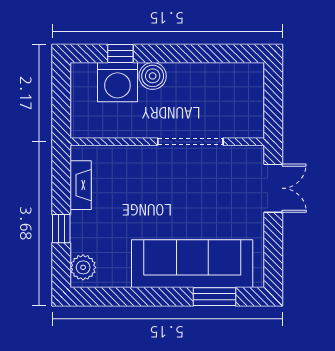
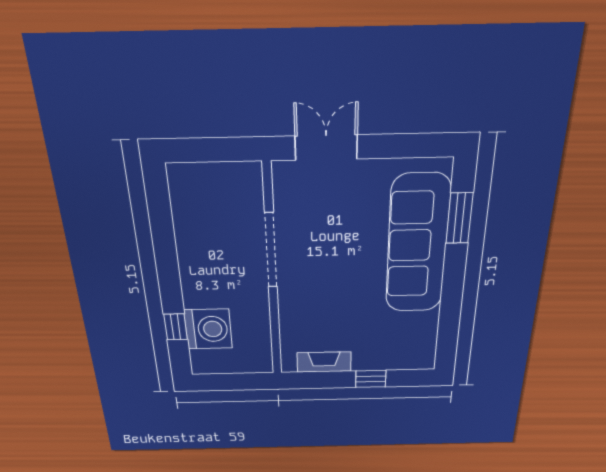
boiler: (153, 76) -> (197, 293), removed
plant: (83, 267) -> (414, 358), removed

